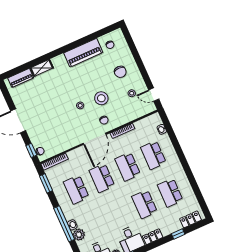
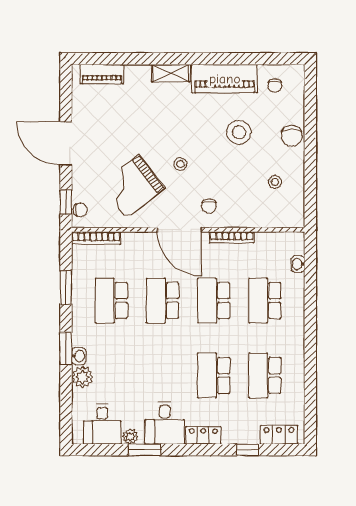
shelving: (42, 68) -> (171, 73), moved
chair: (120, 72) -> (292, 136), moved
door: (154, 95) -> (310, 200), removed
stool: (101, 98) -> (239, 132), moved
grand piano: (61, 128) -> (132, 187), added
door: (95, 139) -> (179, 230), hinge flipped
window: (46, 183) -> (66, 288), moved
window: (64, 224) -> (66, 348), width x0.47

